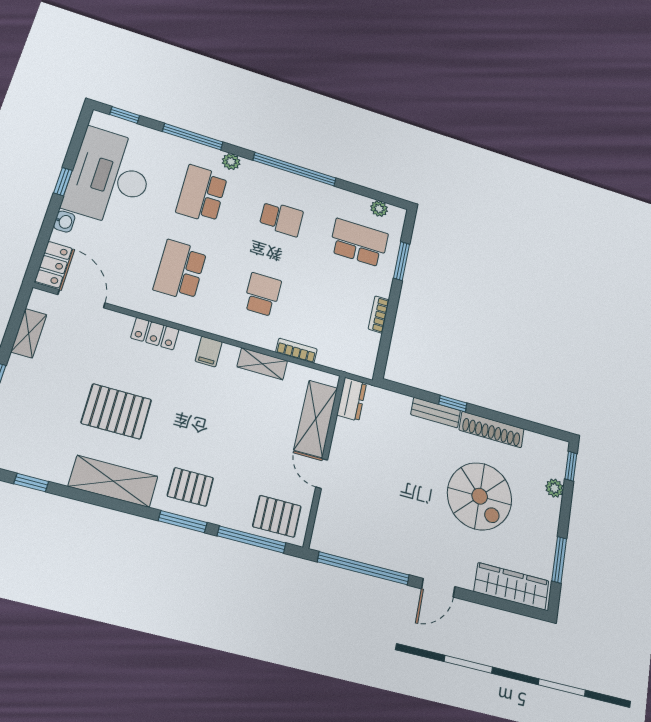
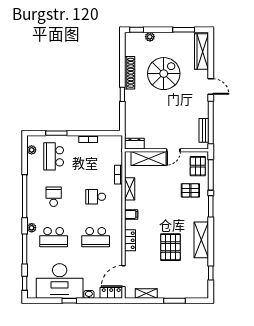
bench: (436, 413) -> (204, 130), moved
pallet: (190, 487) -> (190, 190), moved, turned 90

